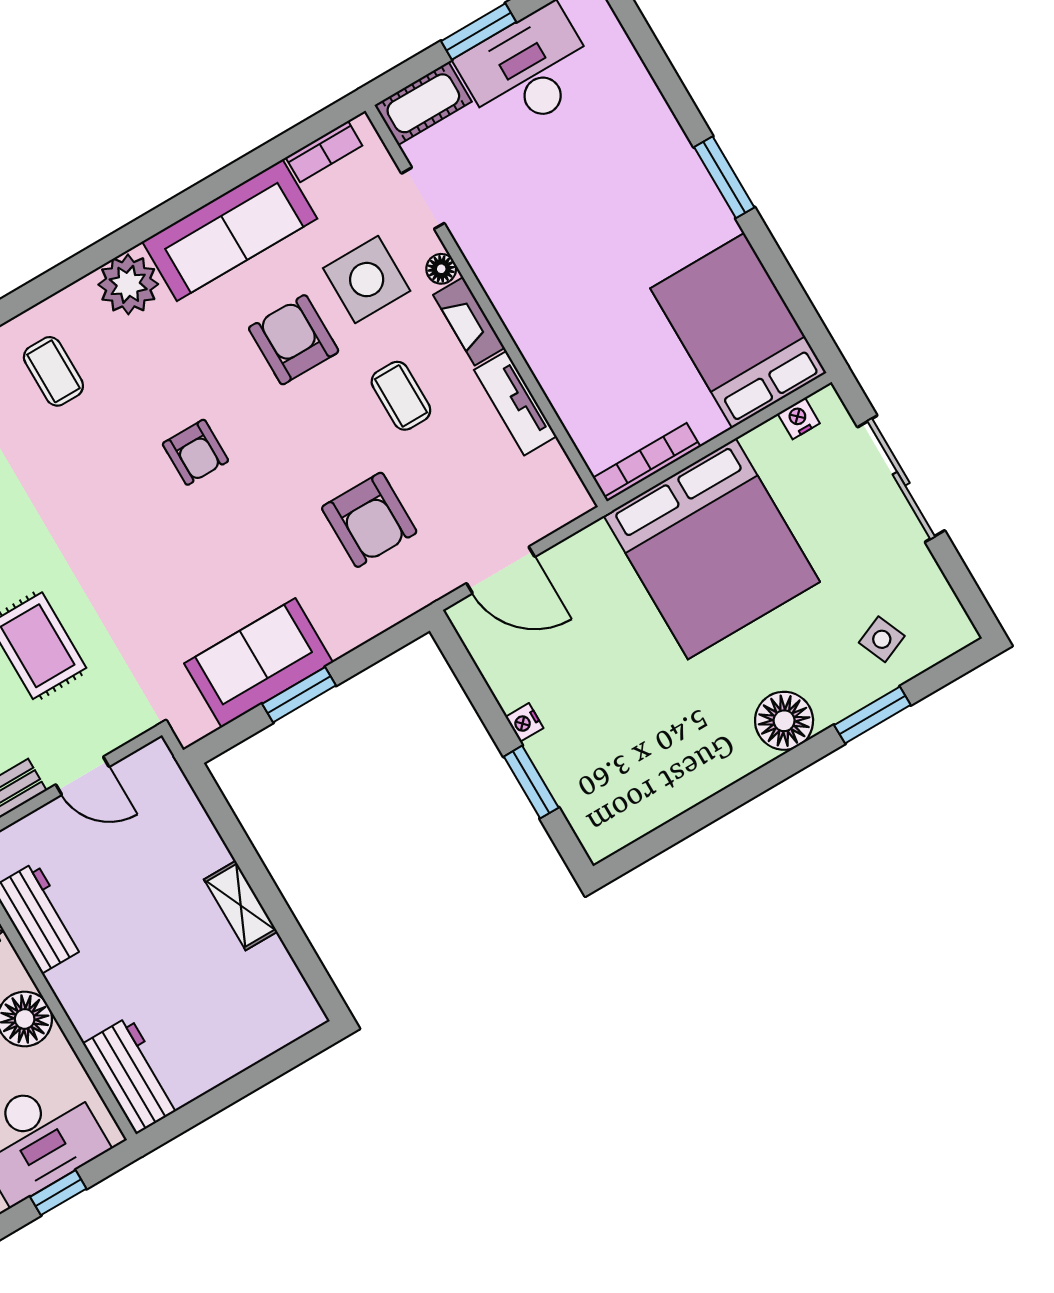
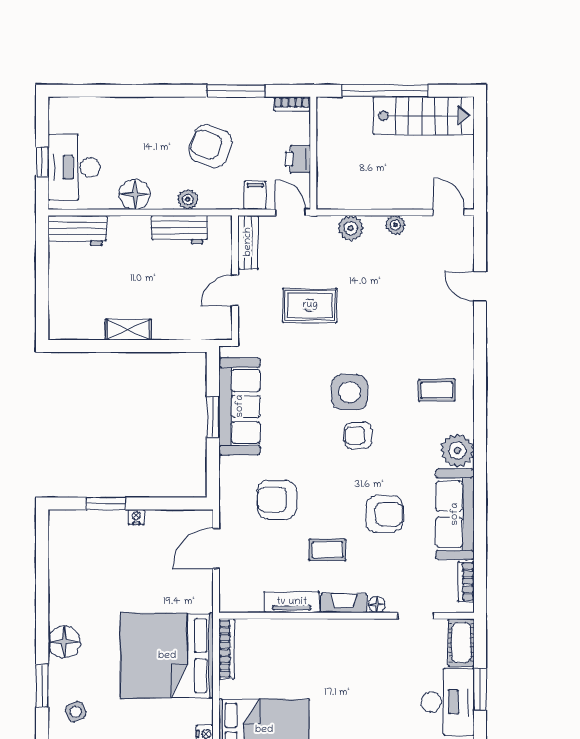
side table: (367, 280) -> (350, 392), moved
sofa: (258, 663) -> (240, 406), width x1.36

